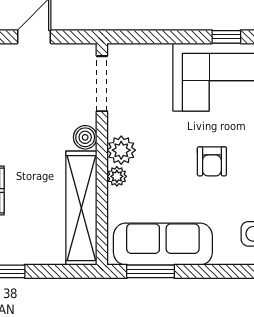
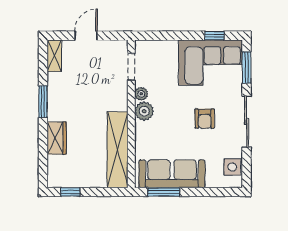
doorway: (102, 84) -> (131, 67), width x0.73
boiler: (85, 137) -> (120, 103), removed
plant: (117, 176) -> (141, 94), moved

